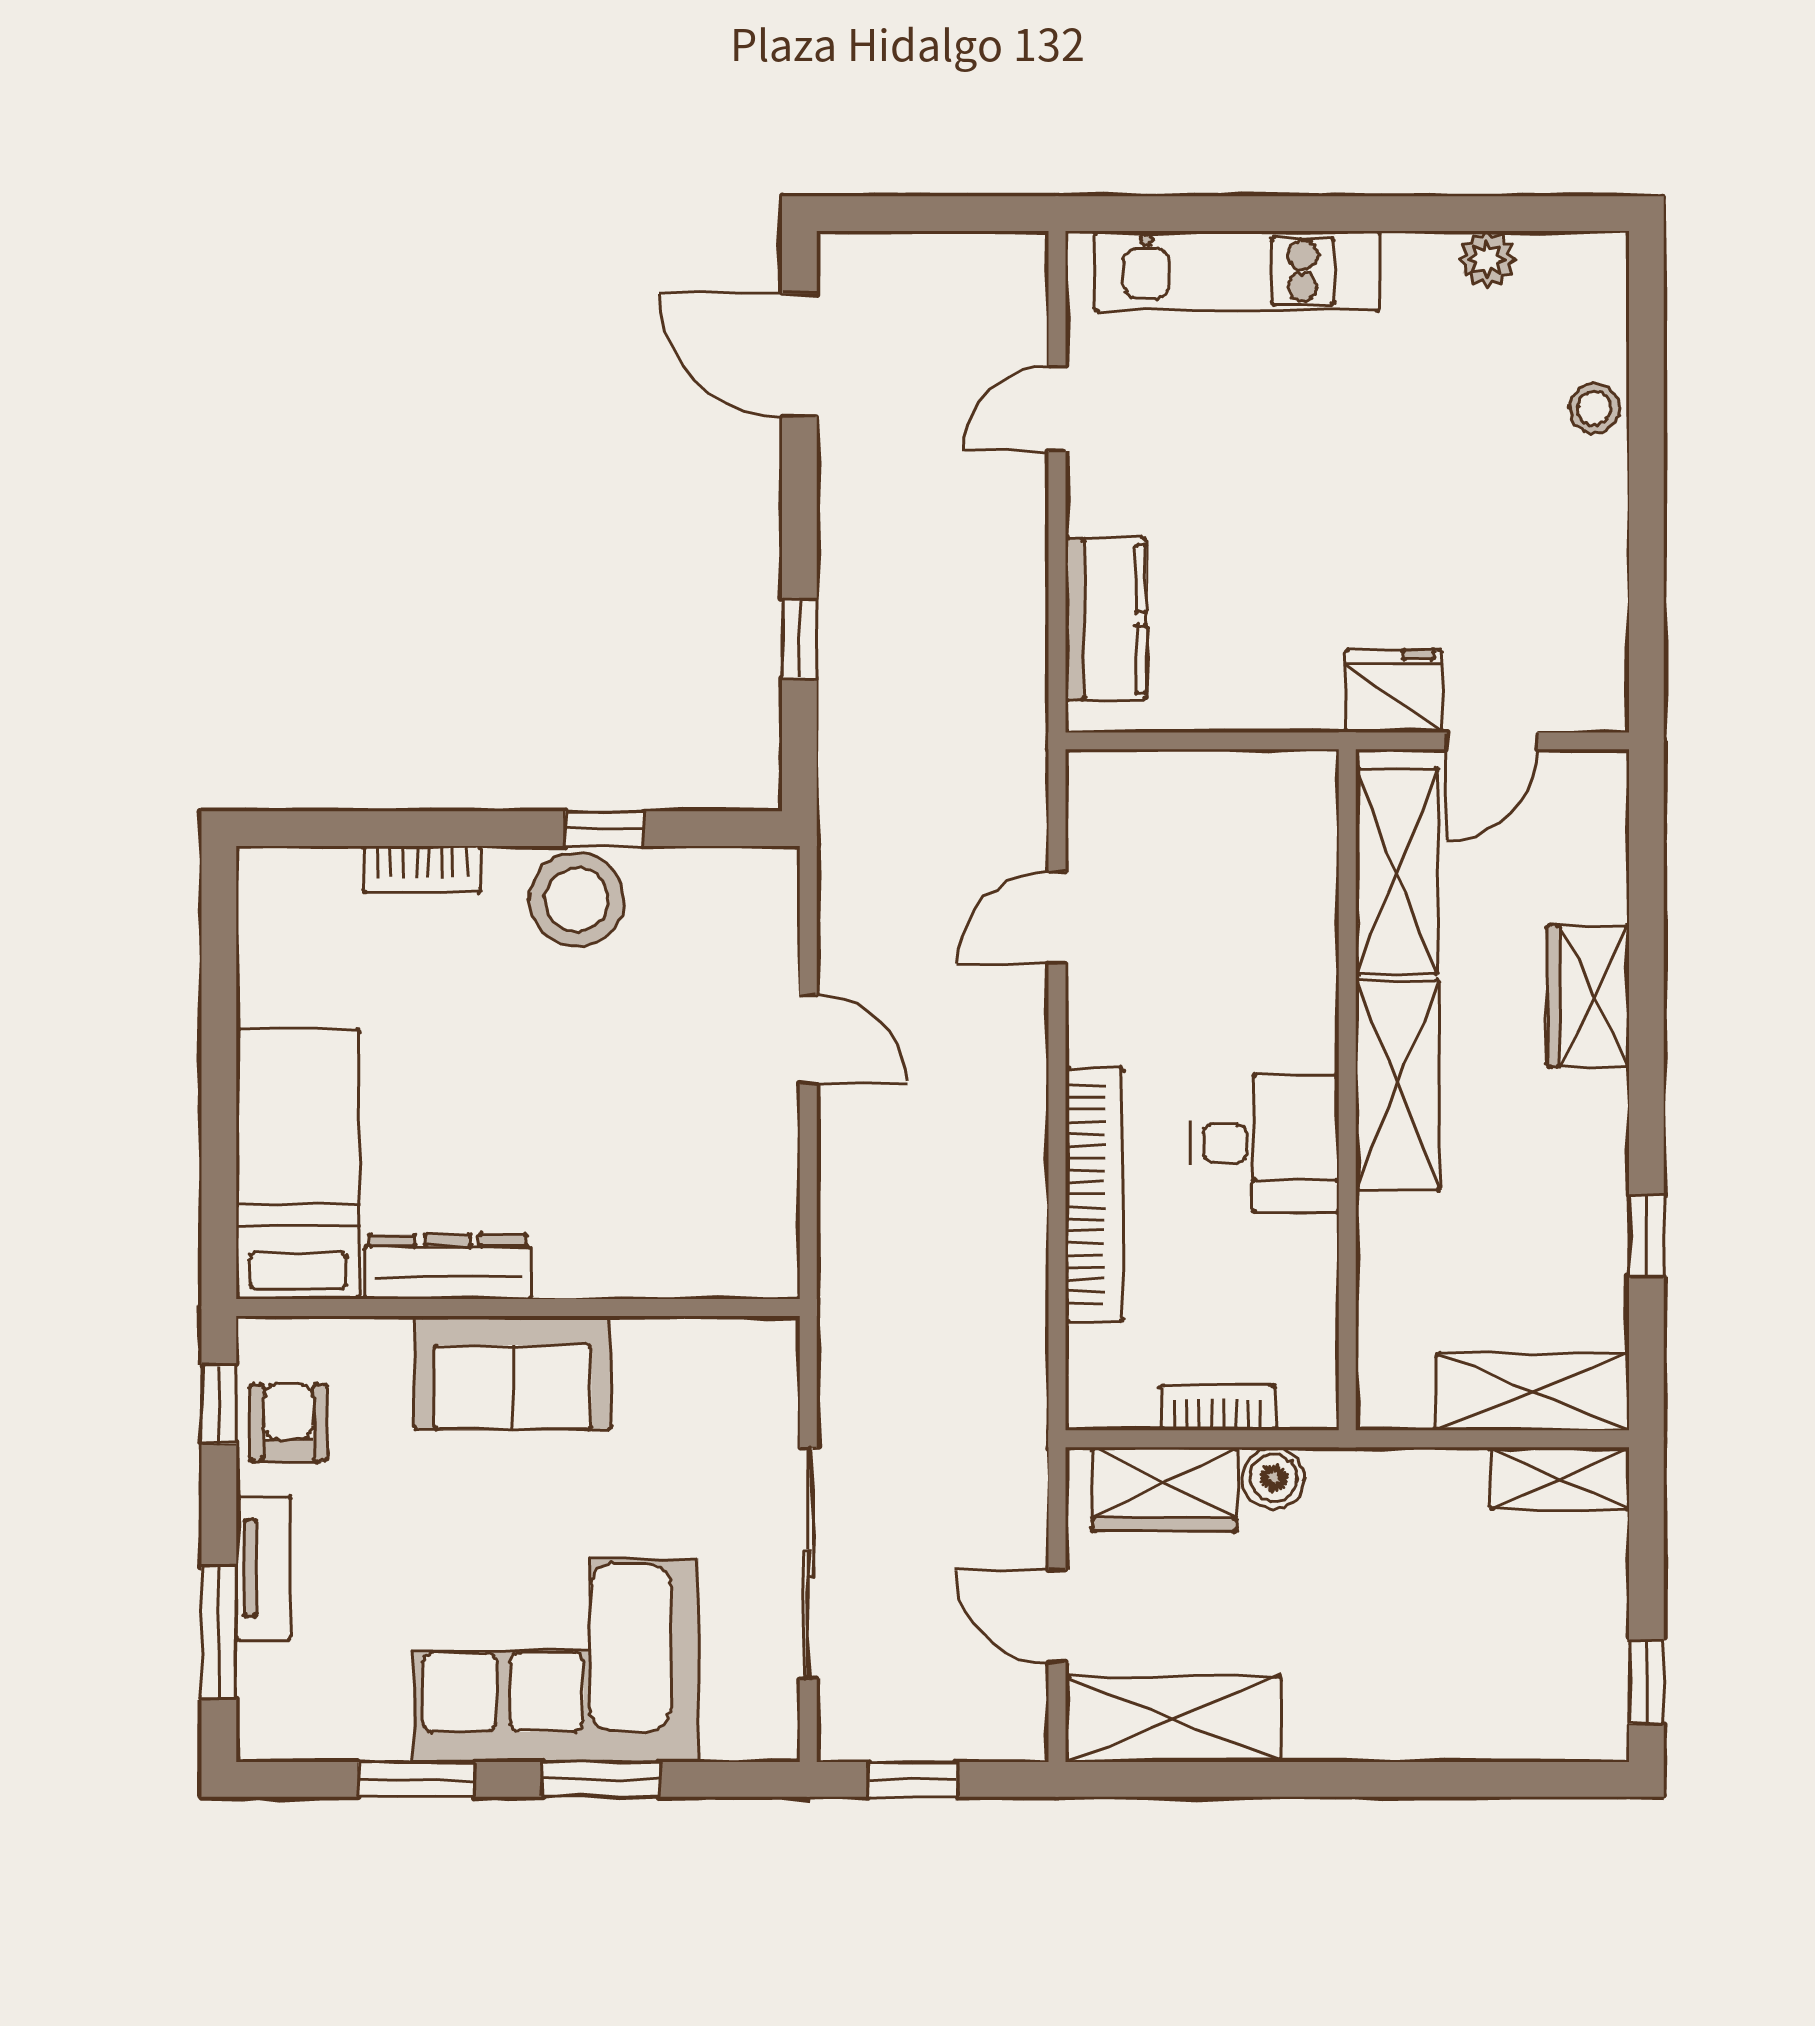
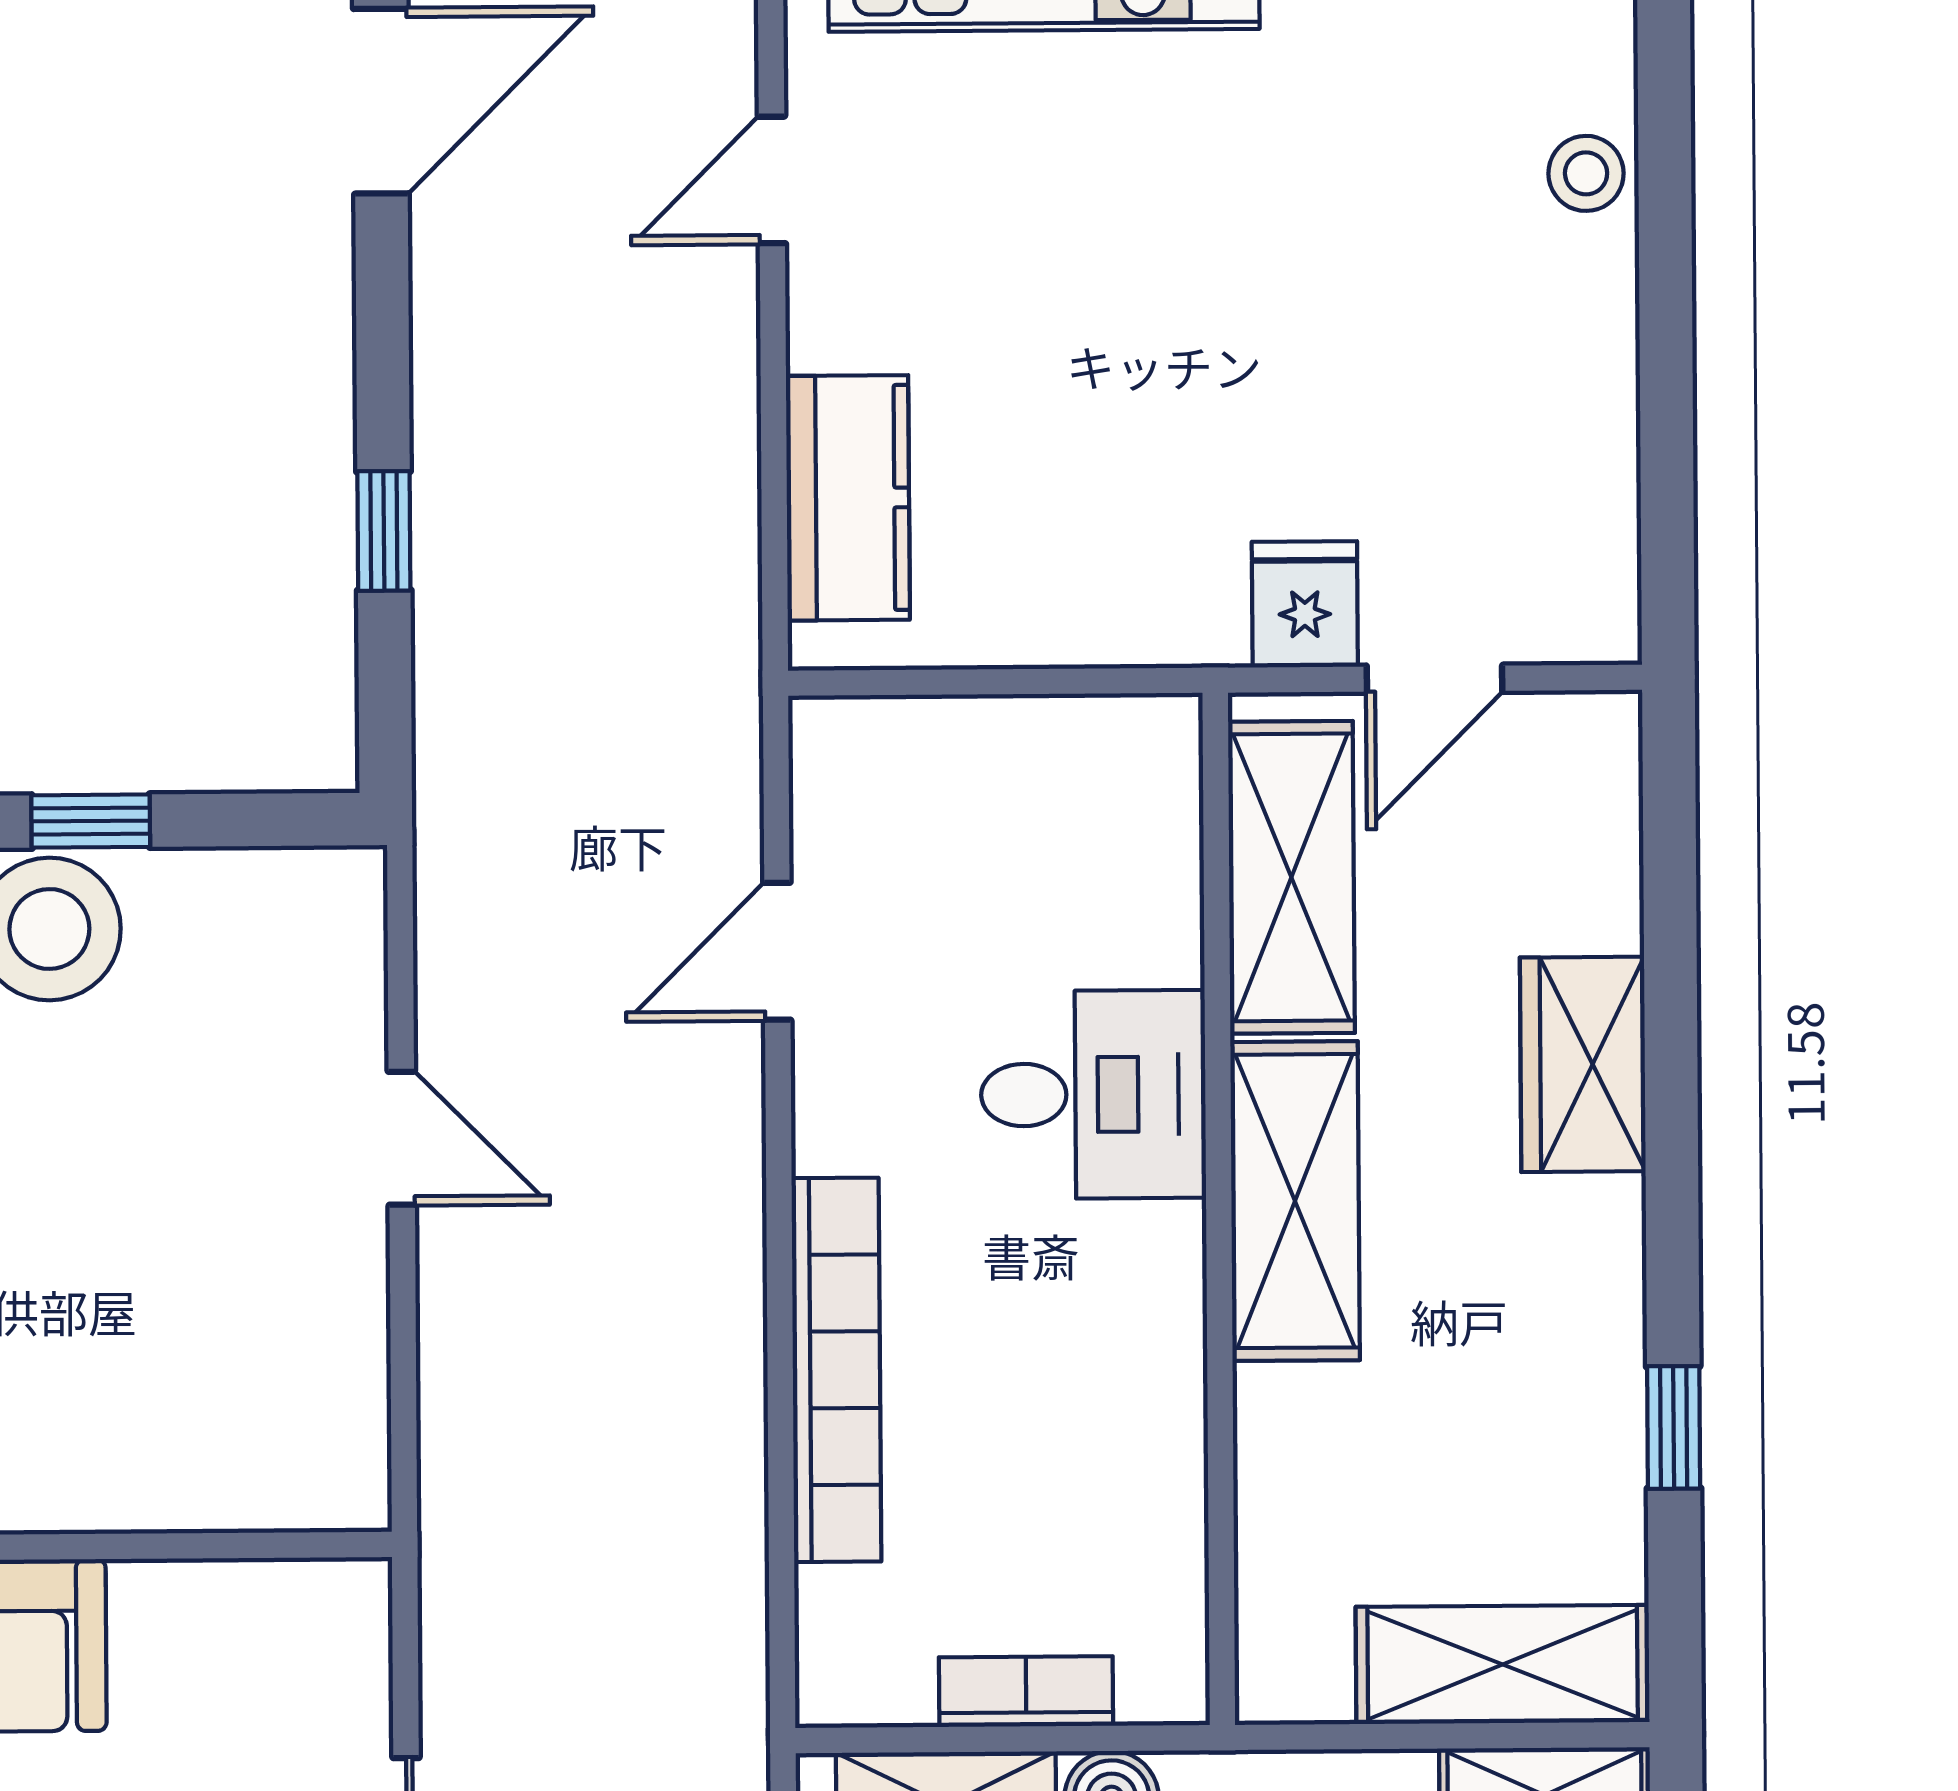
door: (799, 355) -> (381, 101), swing flipped
fridge: (1393, 691) -> (1305, 604), width x0.72
desk: (1265, 1143) -> (1093, 1095), moved

